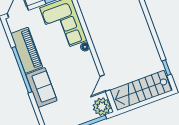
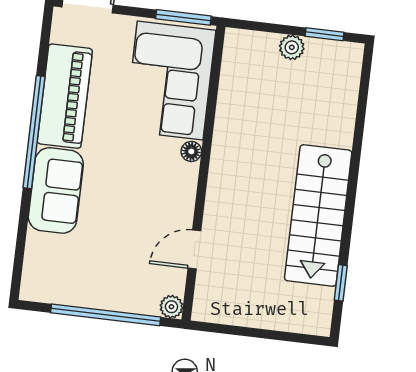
stairs: (141, 90) -> (318, 215), moved, turned -90
plant: (102, 107) -> (171, 307), width x0.53, depth x0.53

